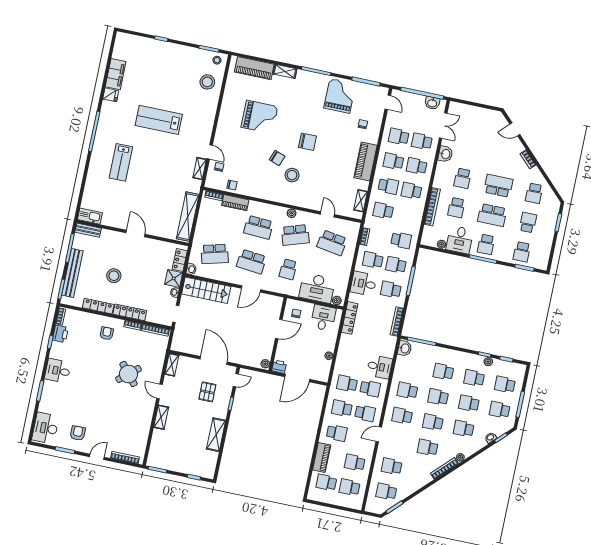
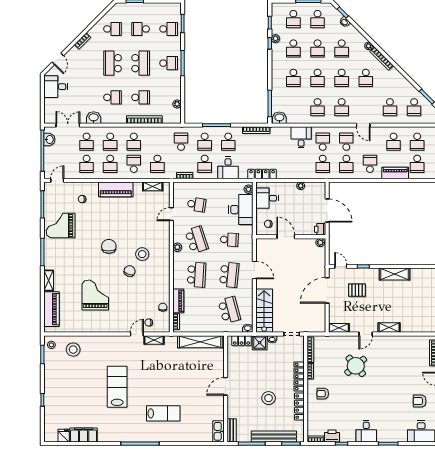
fridge: (111, 95) -> (64, 436), moved
lab bench: (159, 120) -> (117, 387), turned 180
desk: (460, 240) -> (56, 87), moved, turned 180
school desk: (332, 243) -> (197, 205), width x0.54

